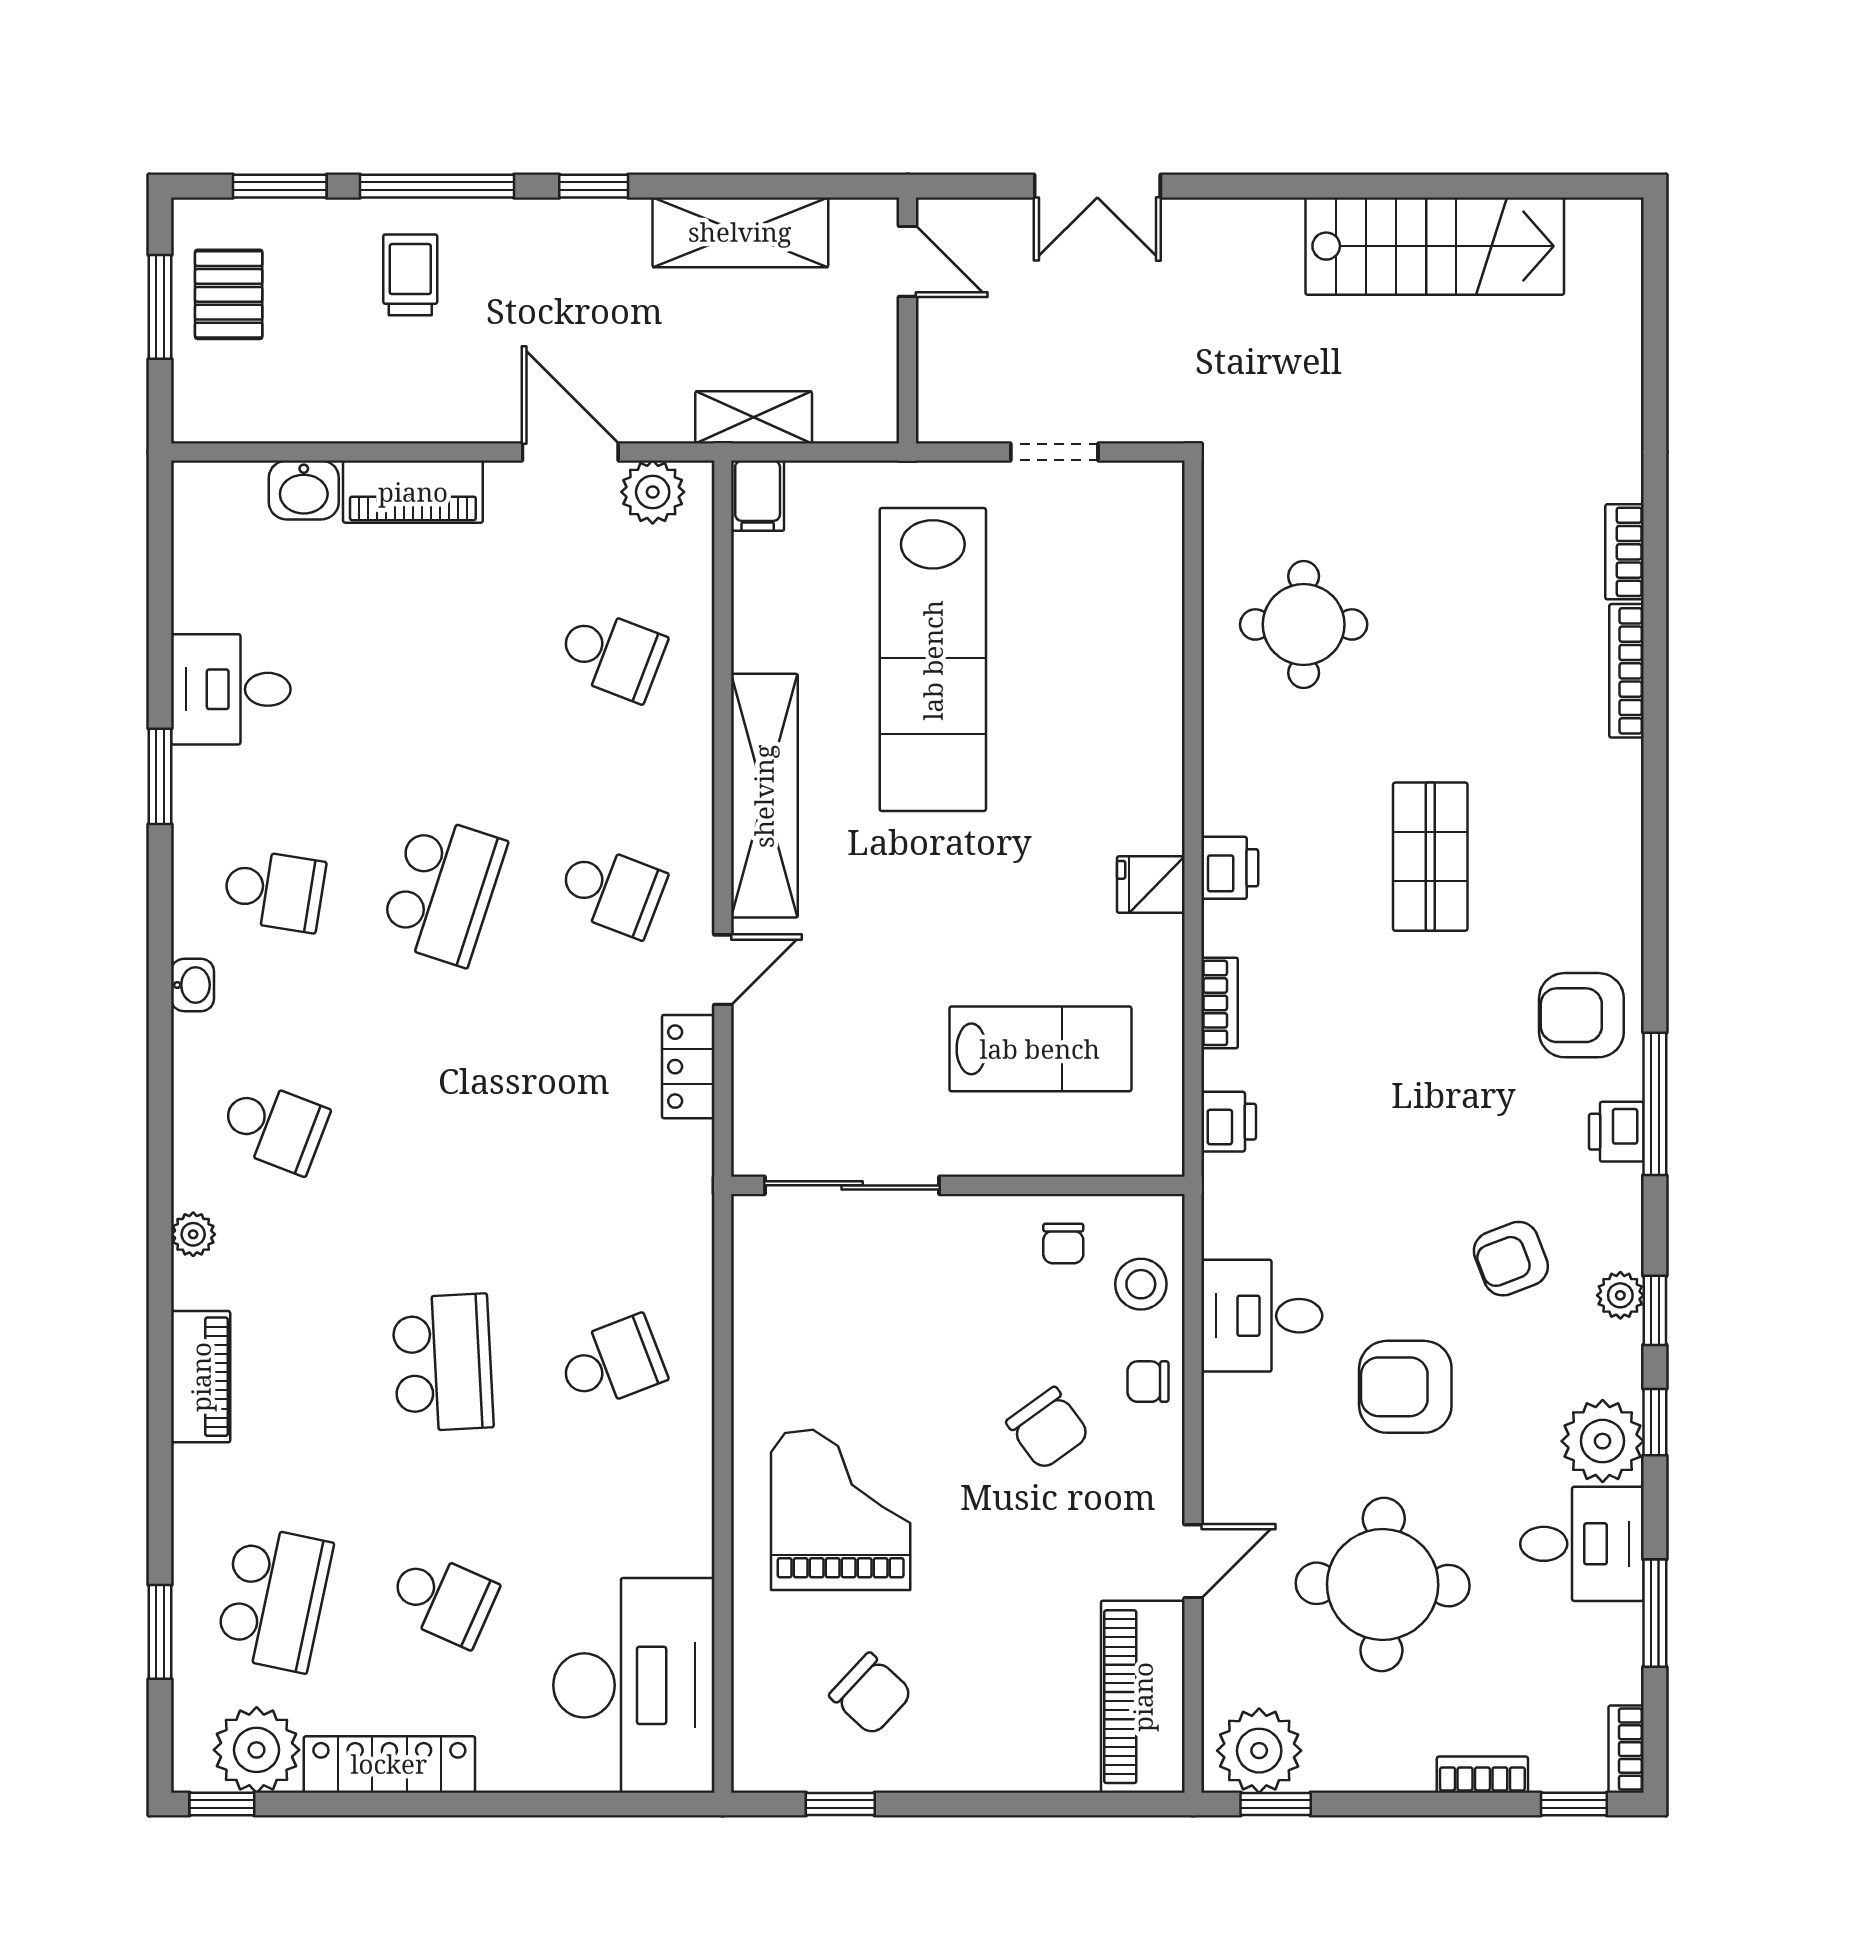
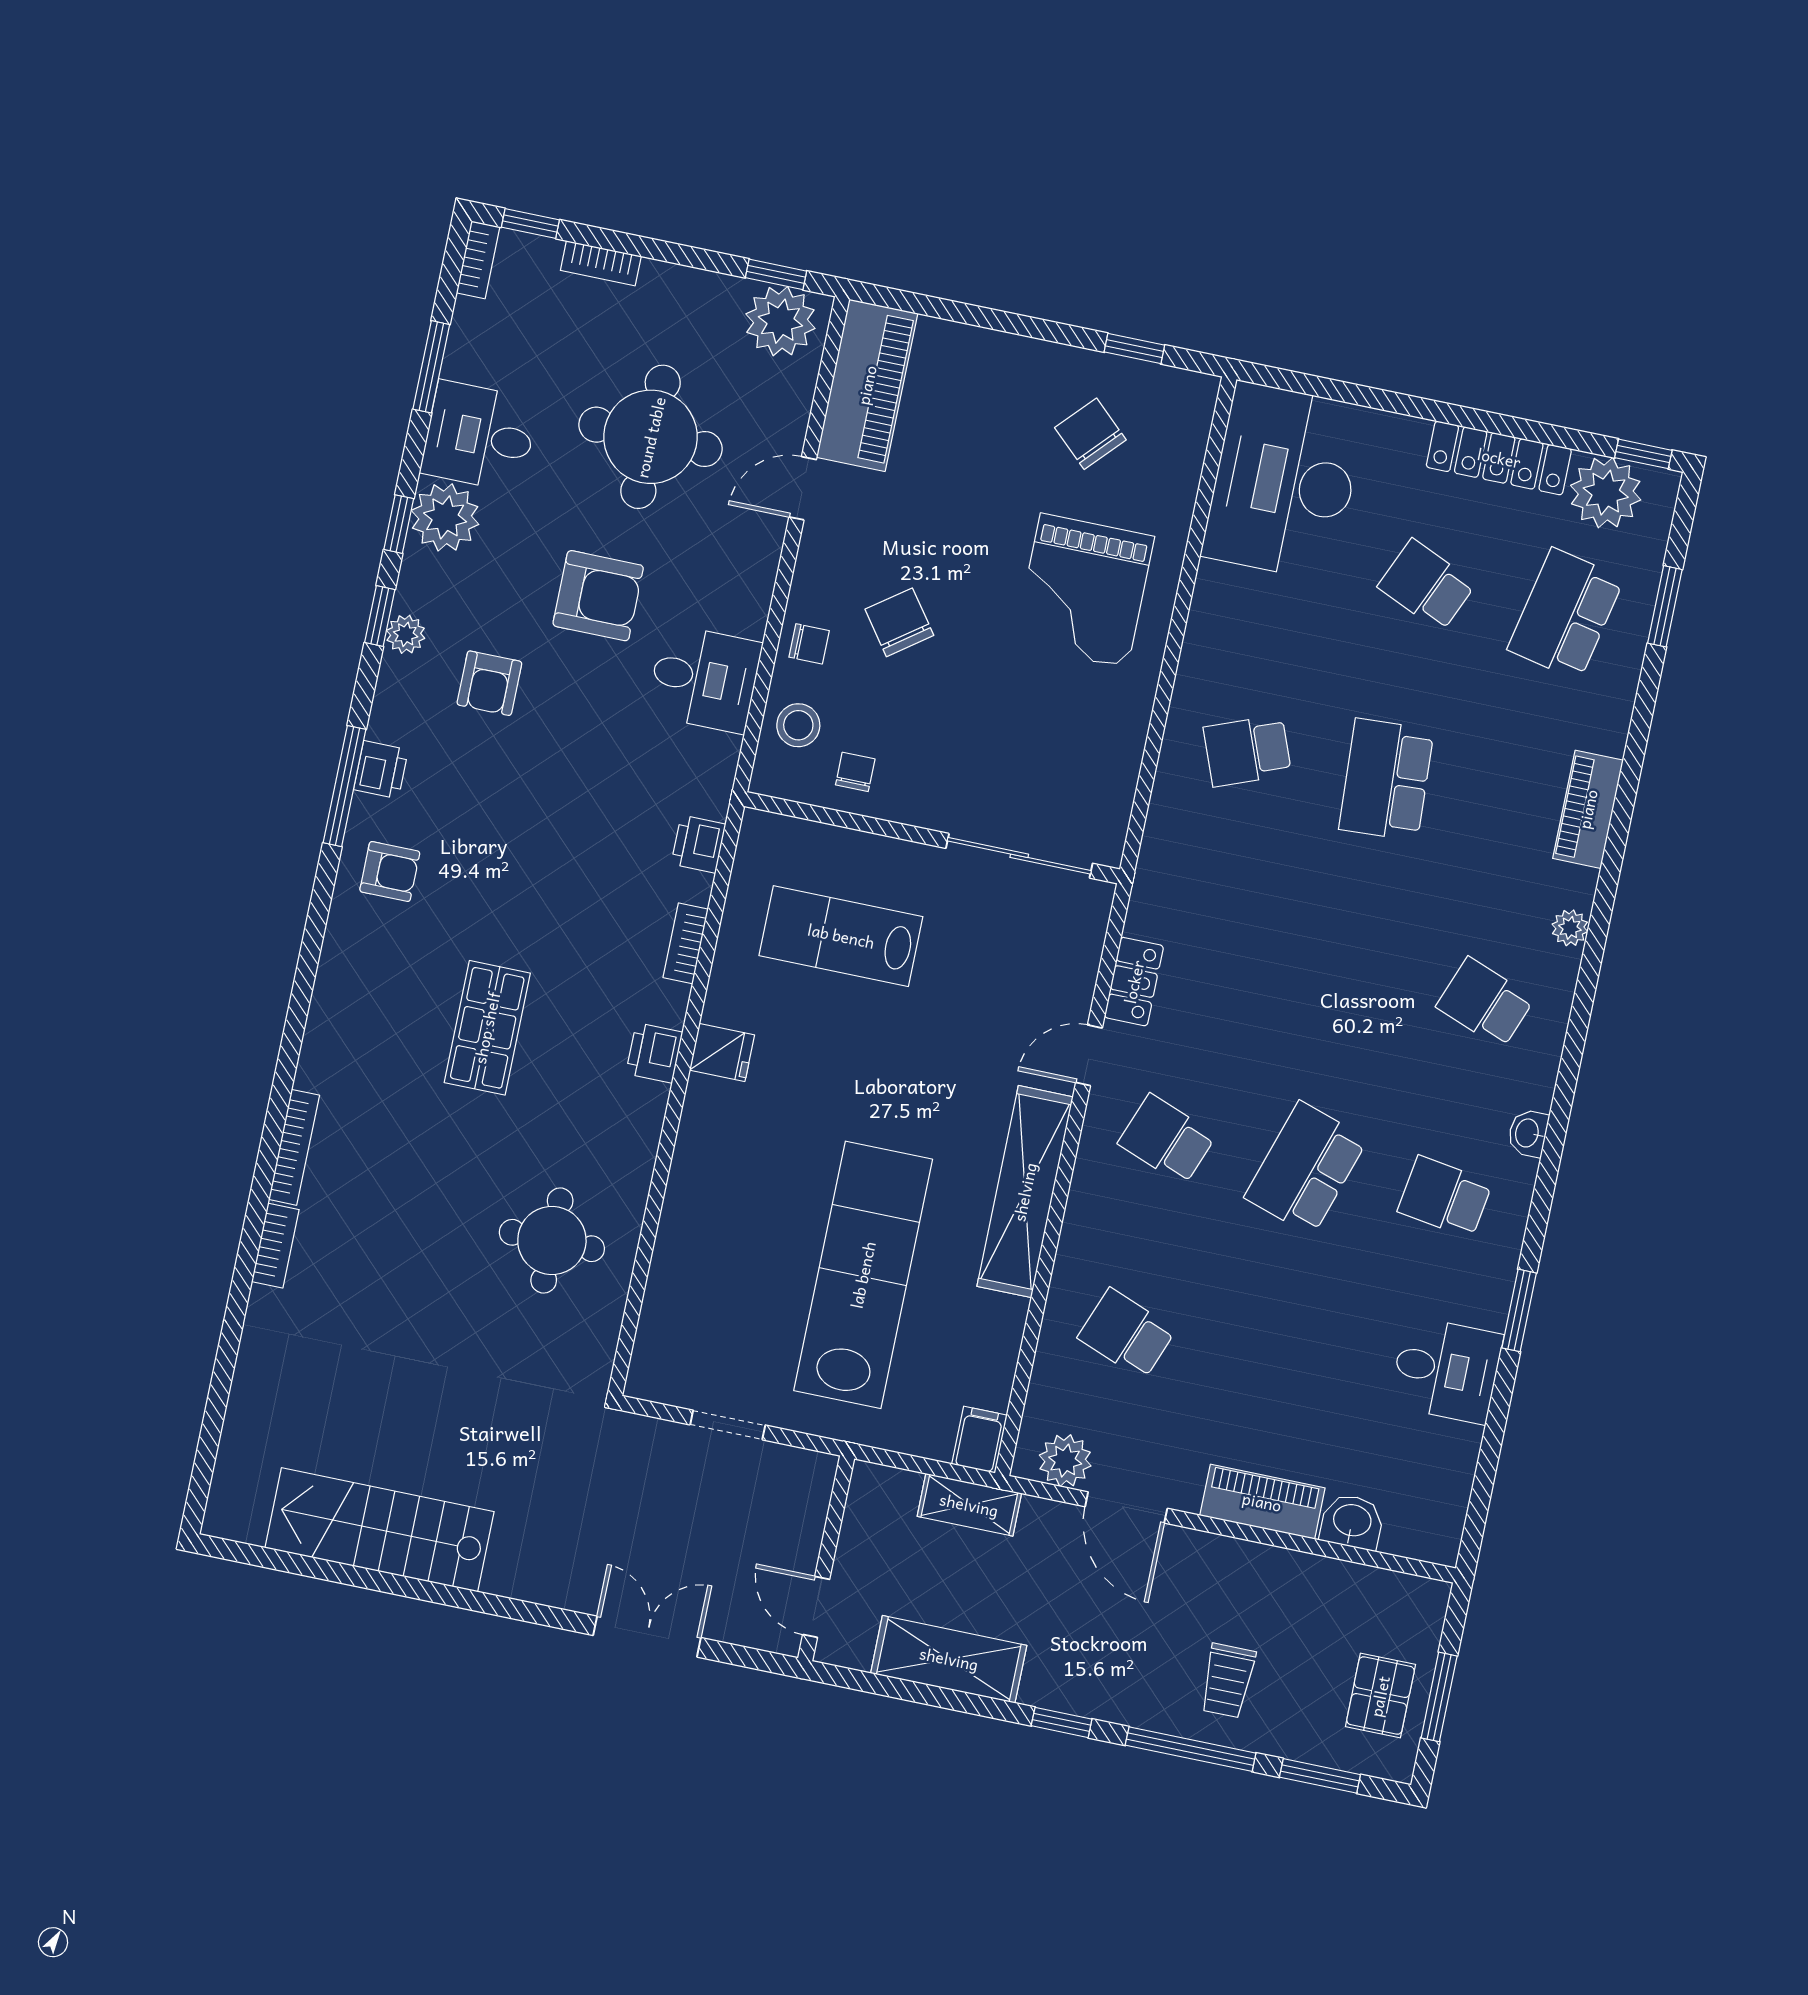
armchair: (1581, 1015) -> (390, 872), width x0.72, depth x0.72
armchair: (1511, 1259) -> (489, 683), turned 111

